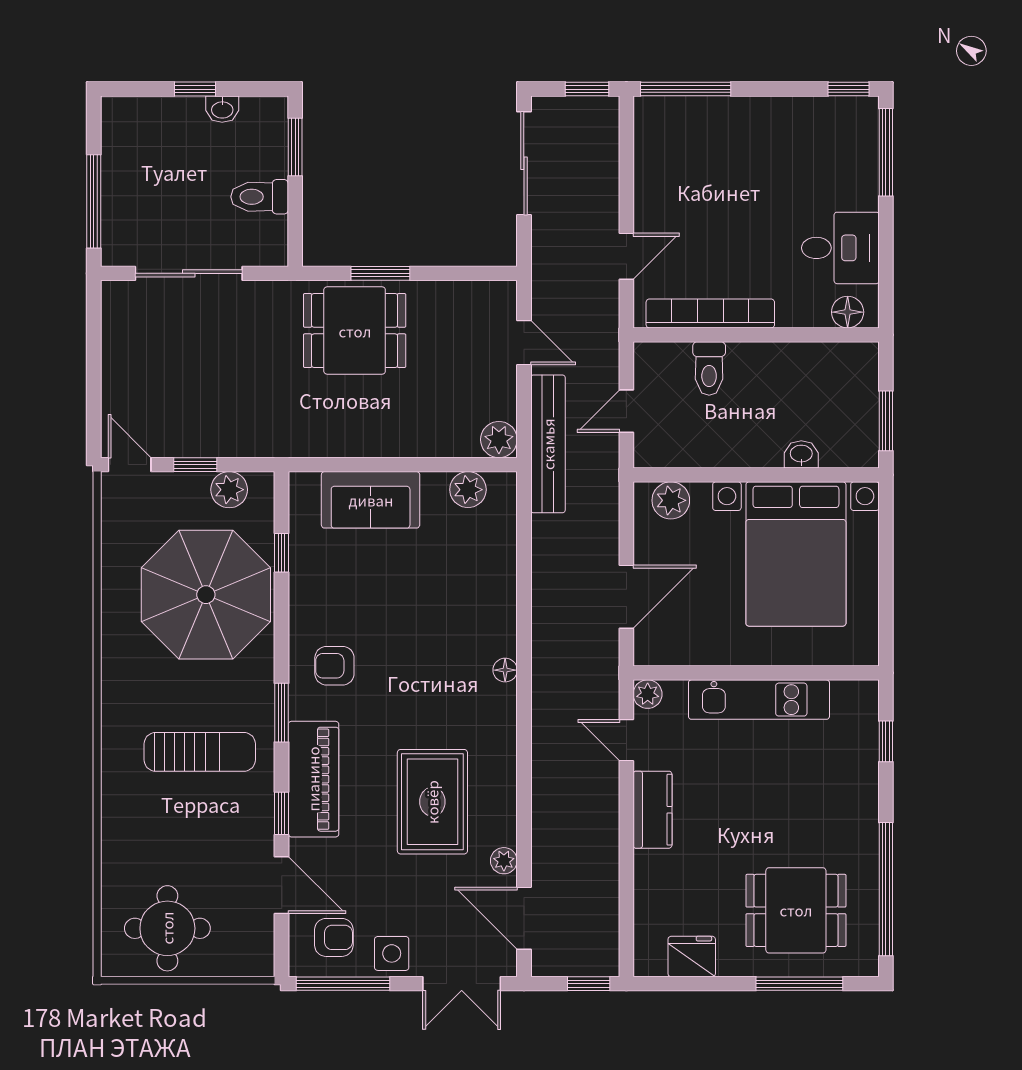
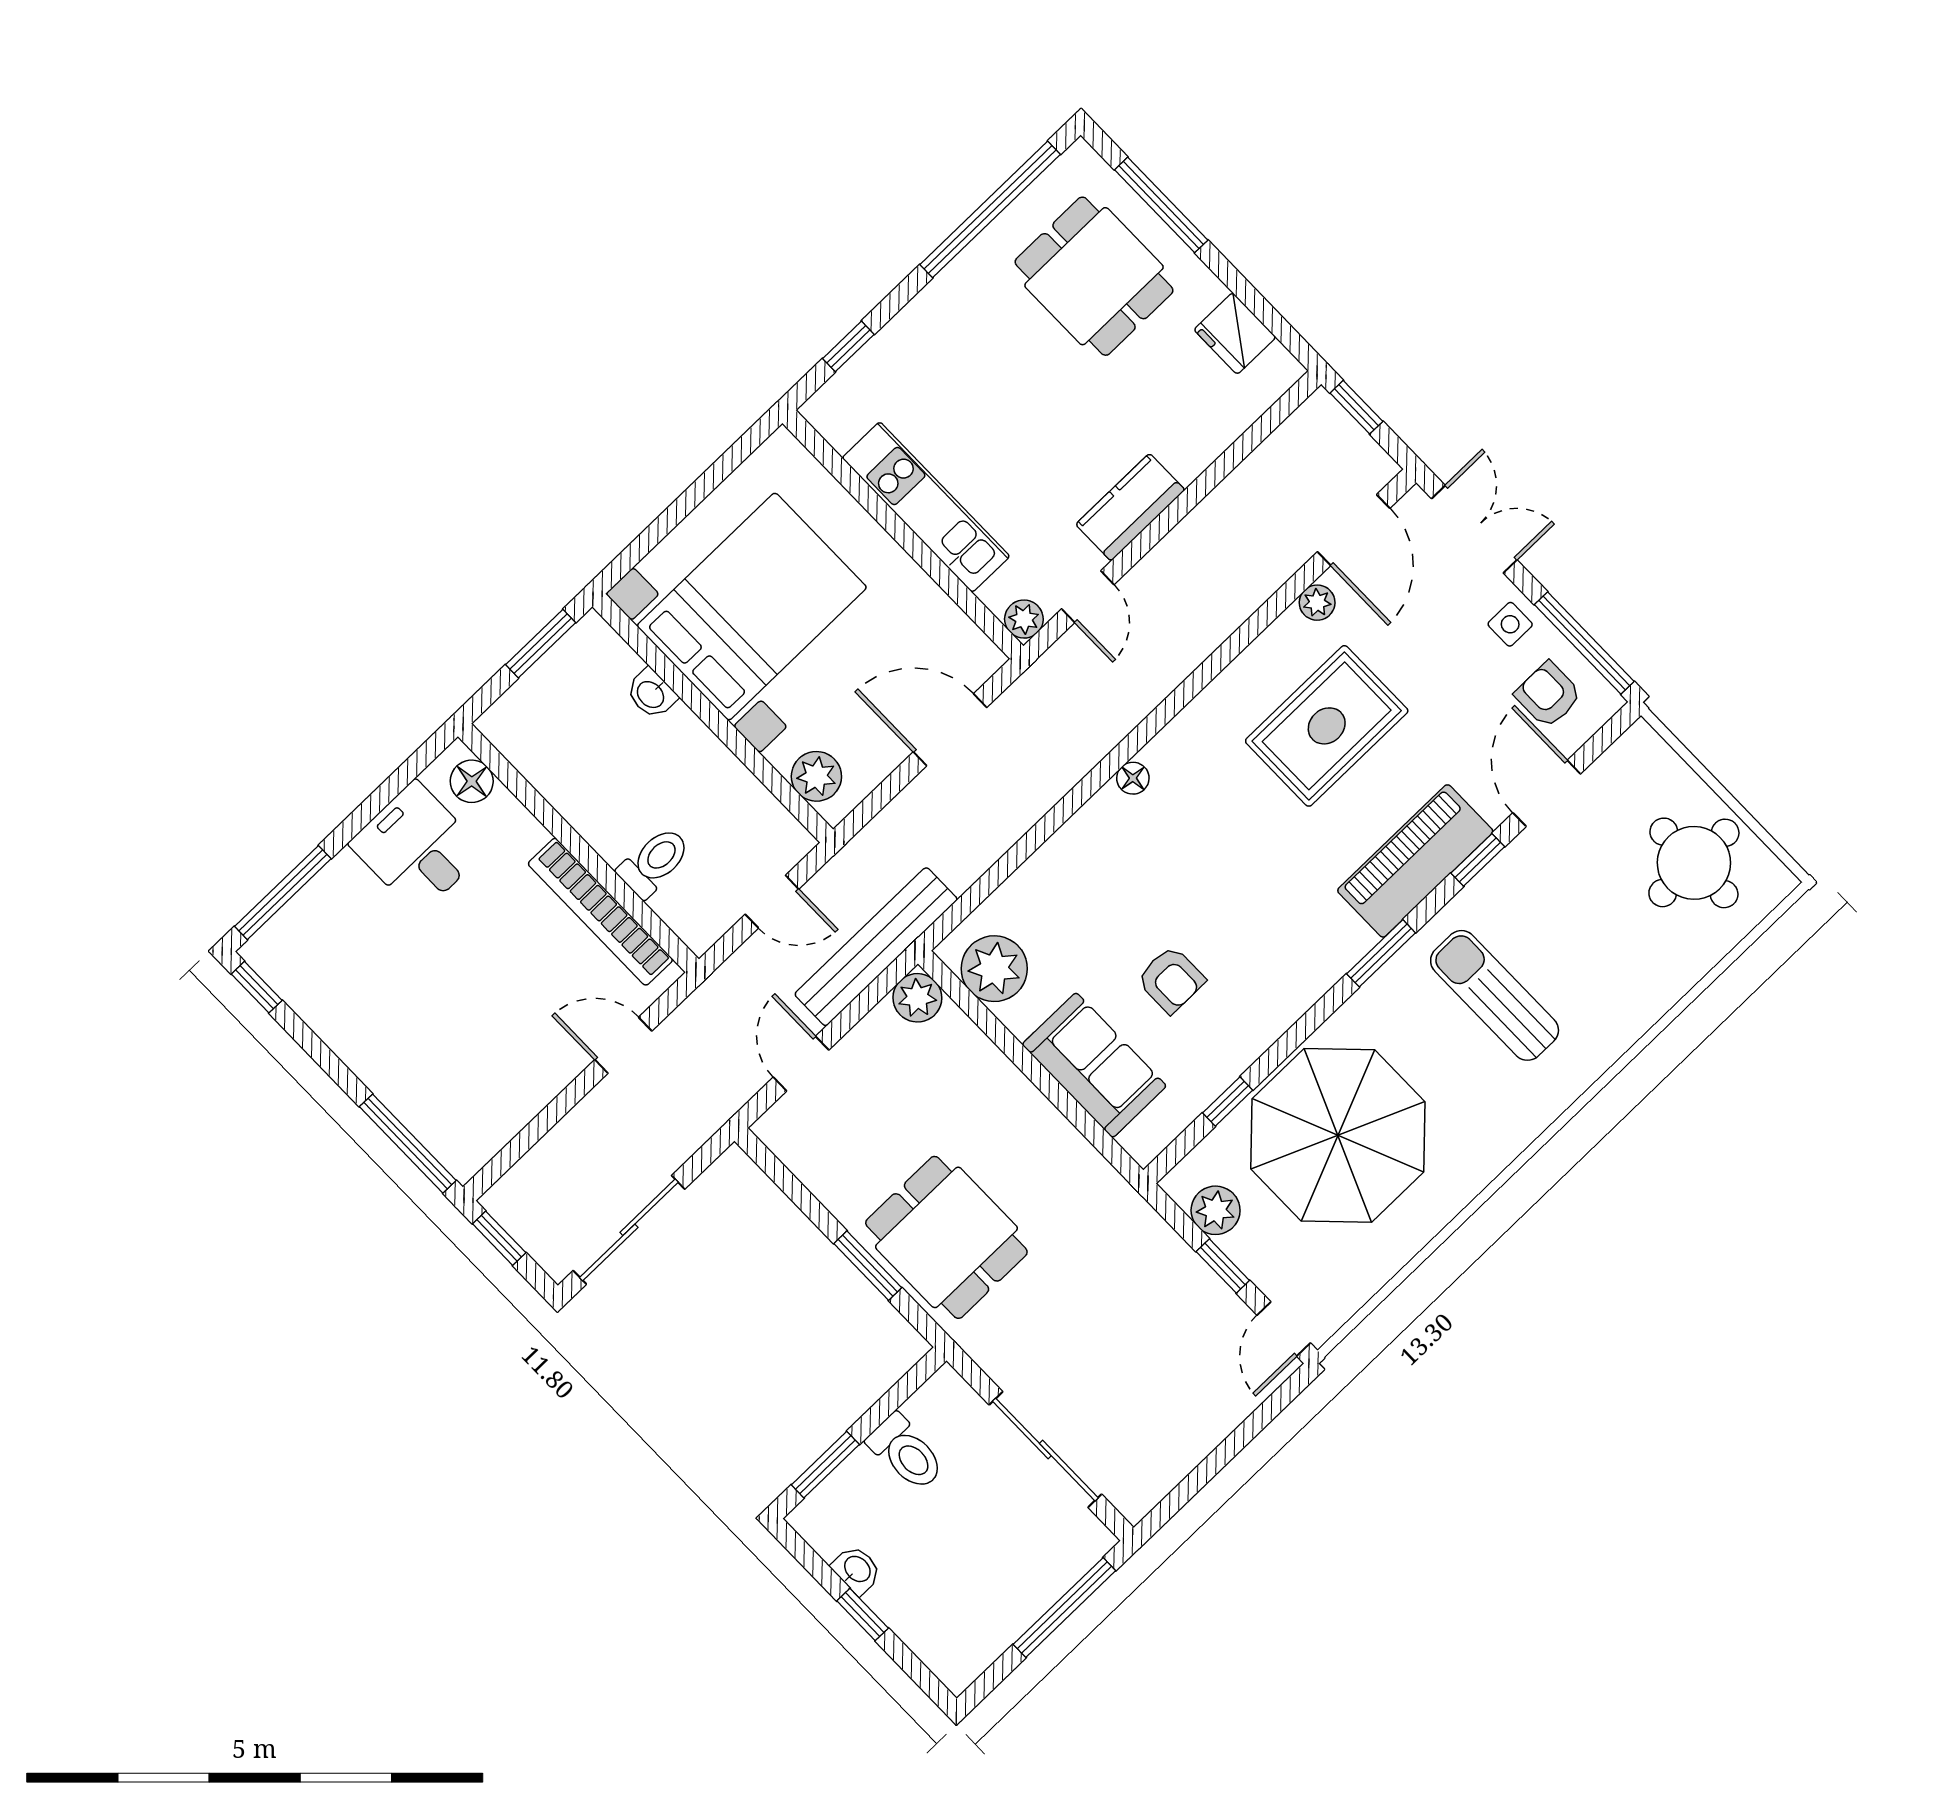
plant: (468, 490) -> (994, 969), width x1.36, depth x1.36
armchair: (334, 666) -> (1171, 980), moved
side table: (392, 953) -> (1510, 624), width x0.73, depth x0.73

